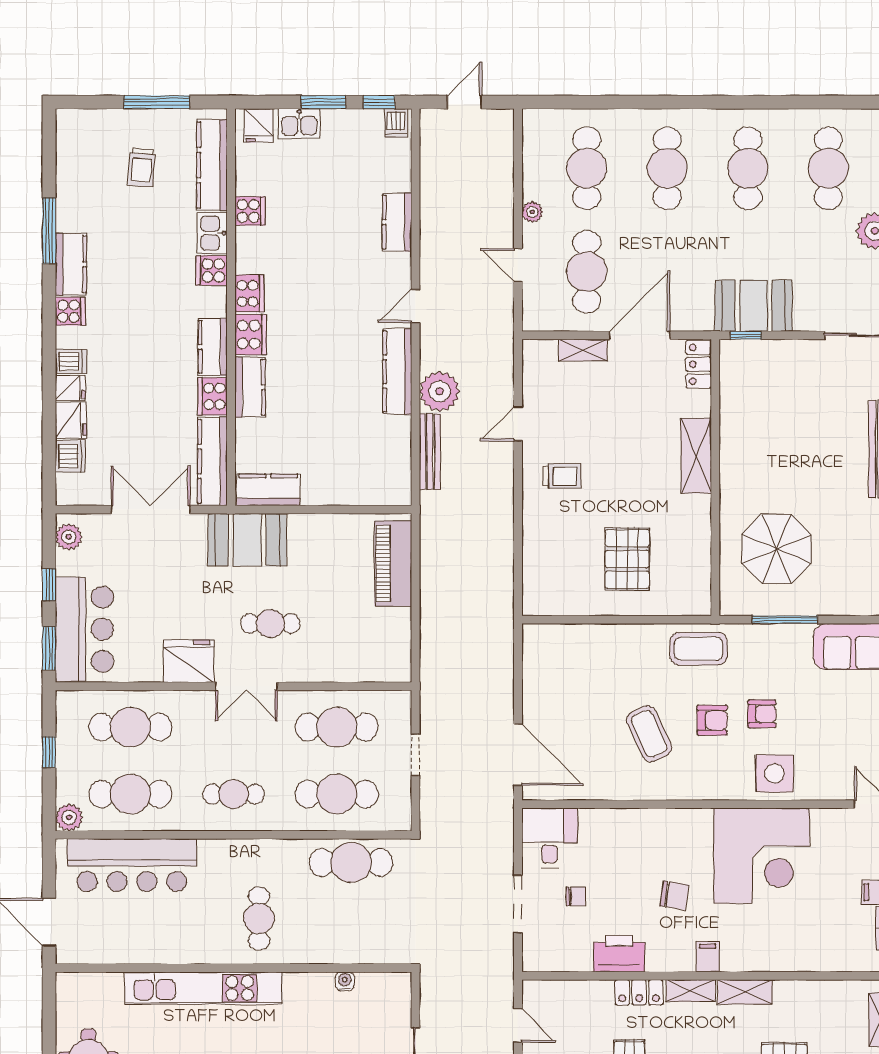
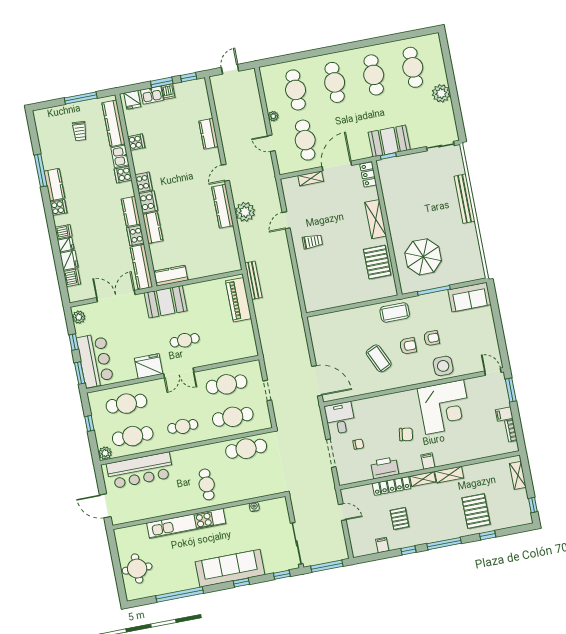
dishwasher: (396, 123) -> (168, 92), moved
bench: (430, 452) -> (253, 280), moved
pallet: (627, 559) -> (377, 262), moved
locker: (639, 992) -> (391, 486), width x1.53

